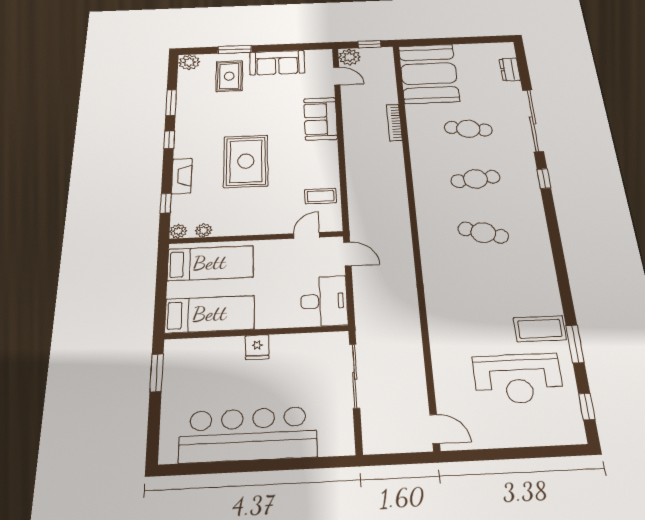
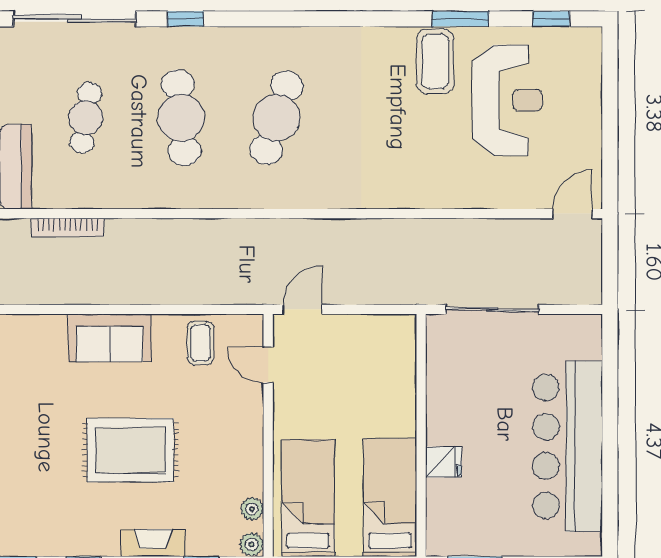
sofa: (320, 119) -> (109, 338), moved
cafe table: (475, 179) -> (181, 118), width x1.37, depth x1.35
cafe table: (483, 233) -> (276, 118), width x1.37, depth x1.35
desk: (324, 301) -> (377, 345), removed
fridge: (257, 347) -> (444, 462), moved

